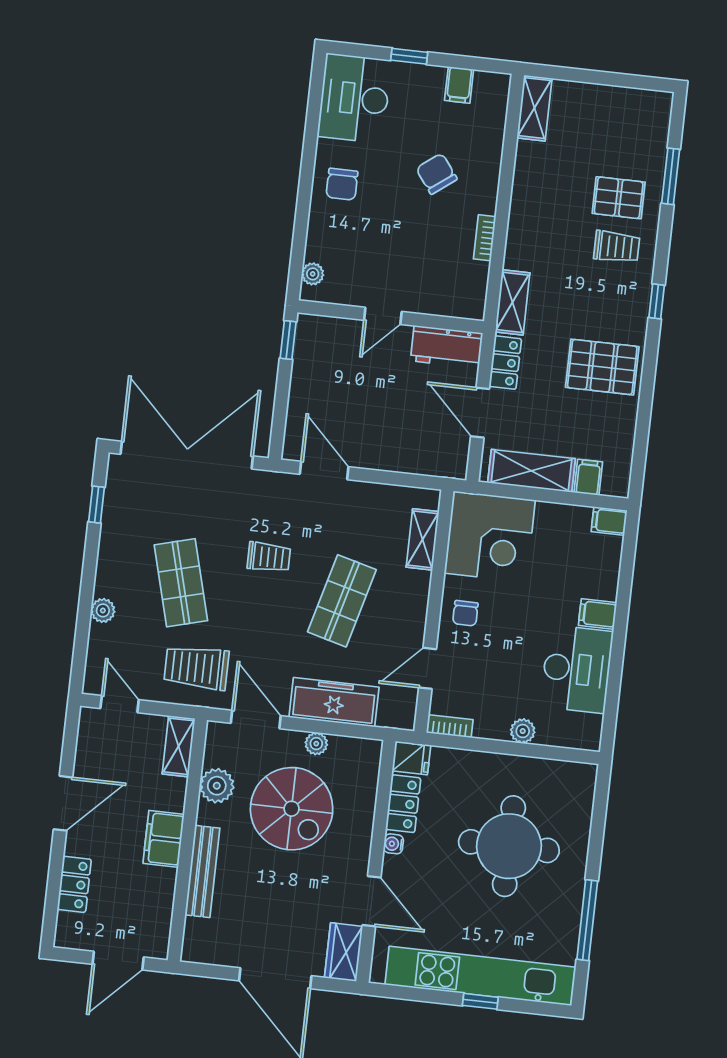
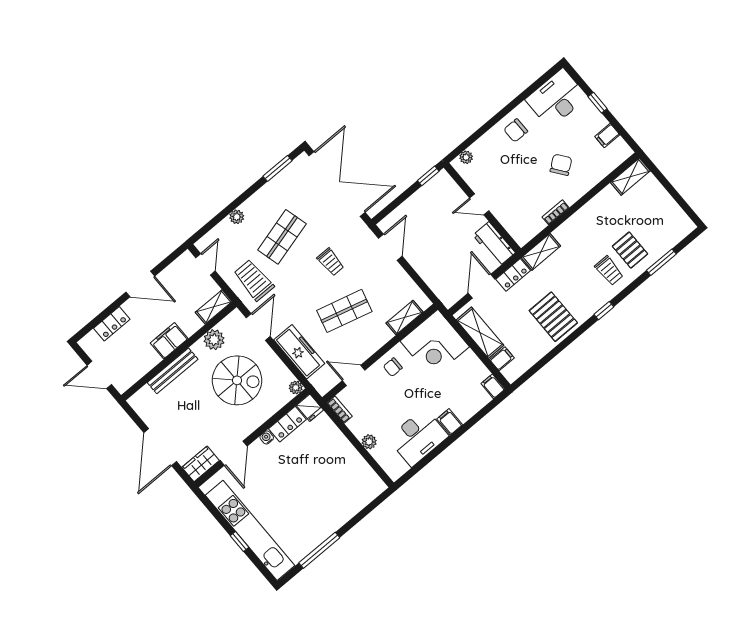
window: (97, 505) -> (278, 168), width x1.50
plant: (316, 744) -> (296, 388), moved
spiral stairs: (292, 809) -> (237, 380), turned -90
round table: (509, 846) -> (316, 486), removed

